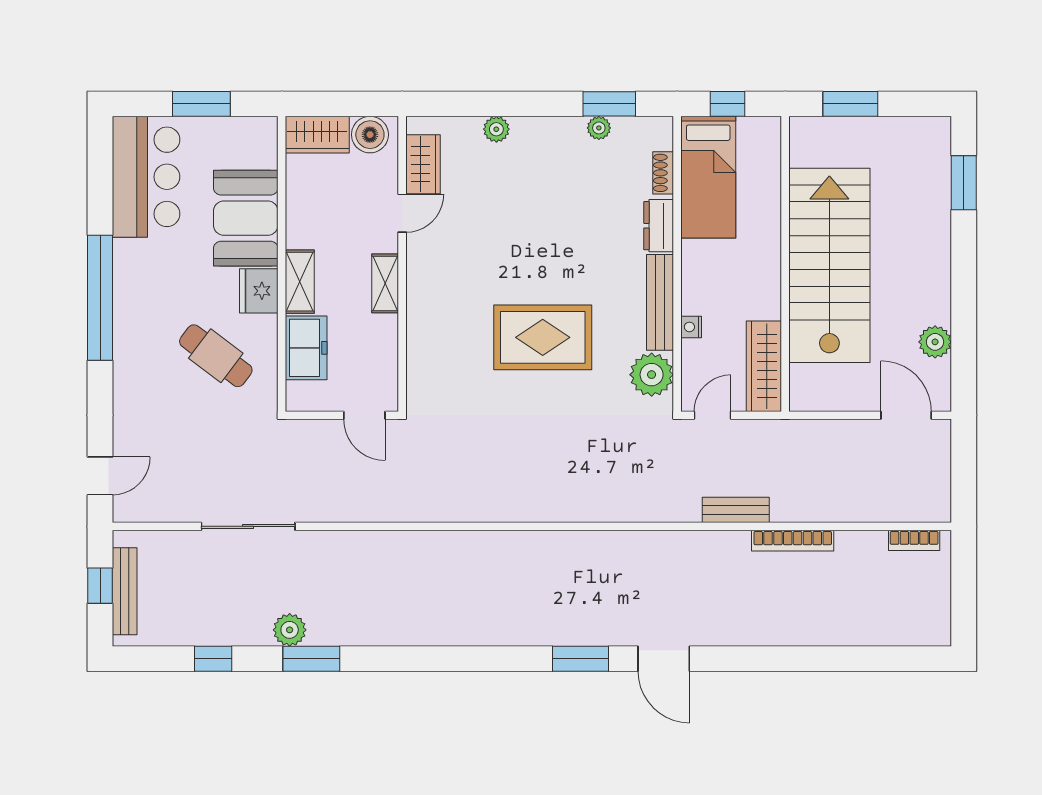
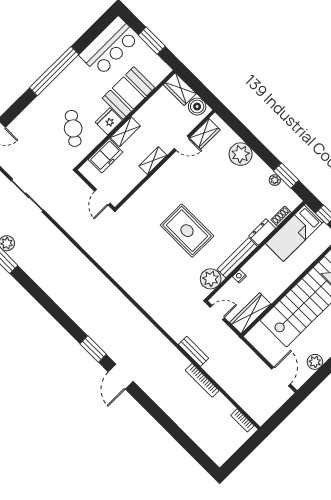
plant: (496, 129) -> (241, 154), width x1.88, depth x1.88

